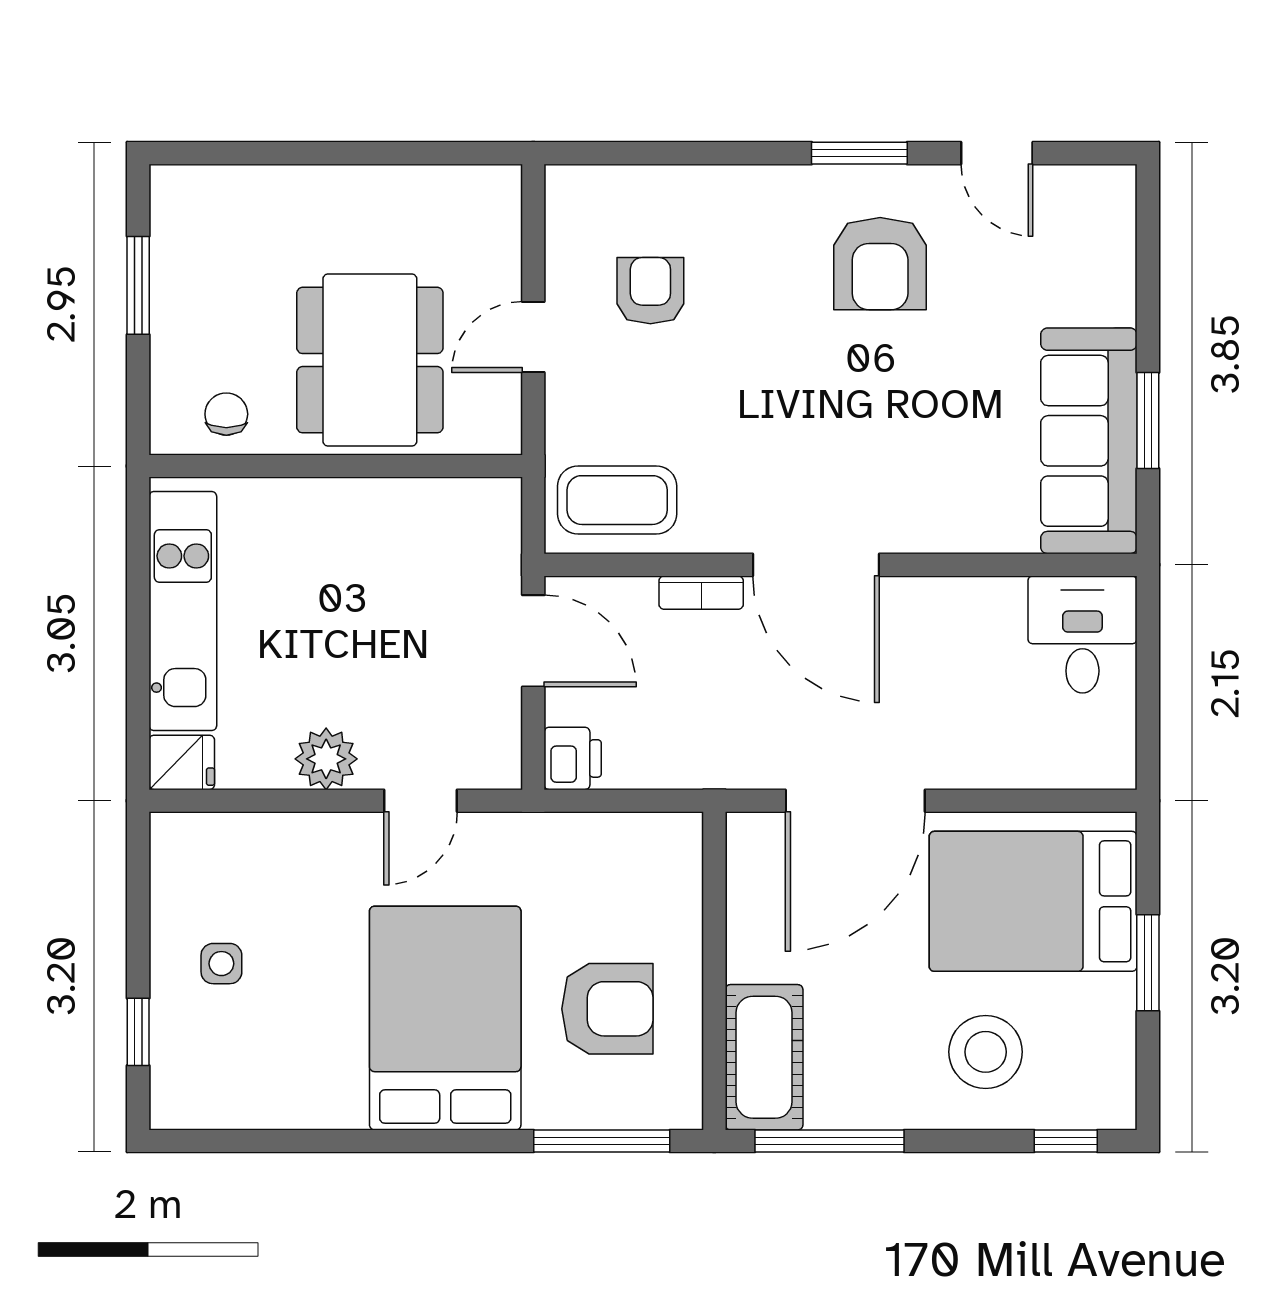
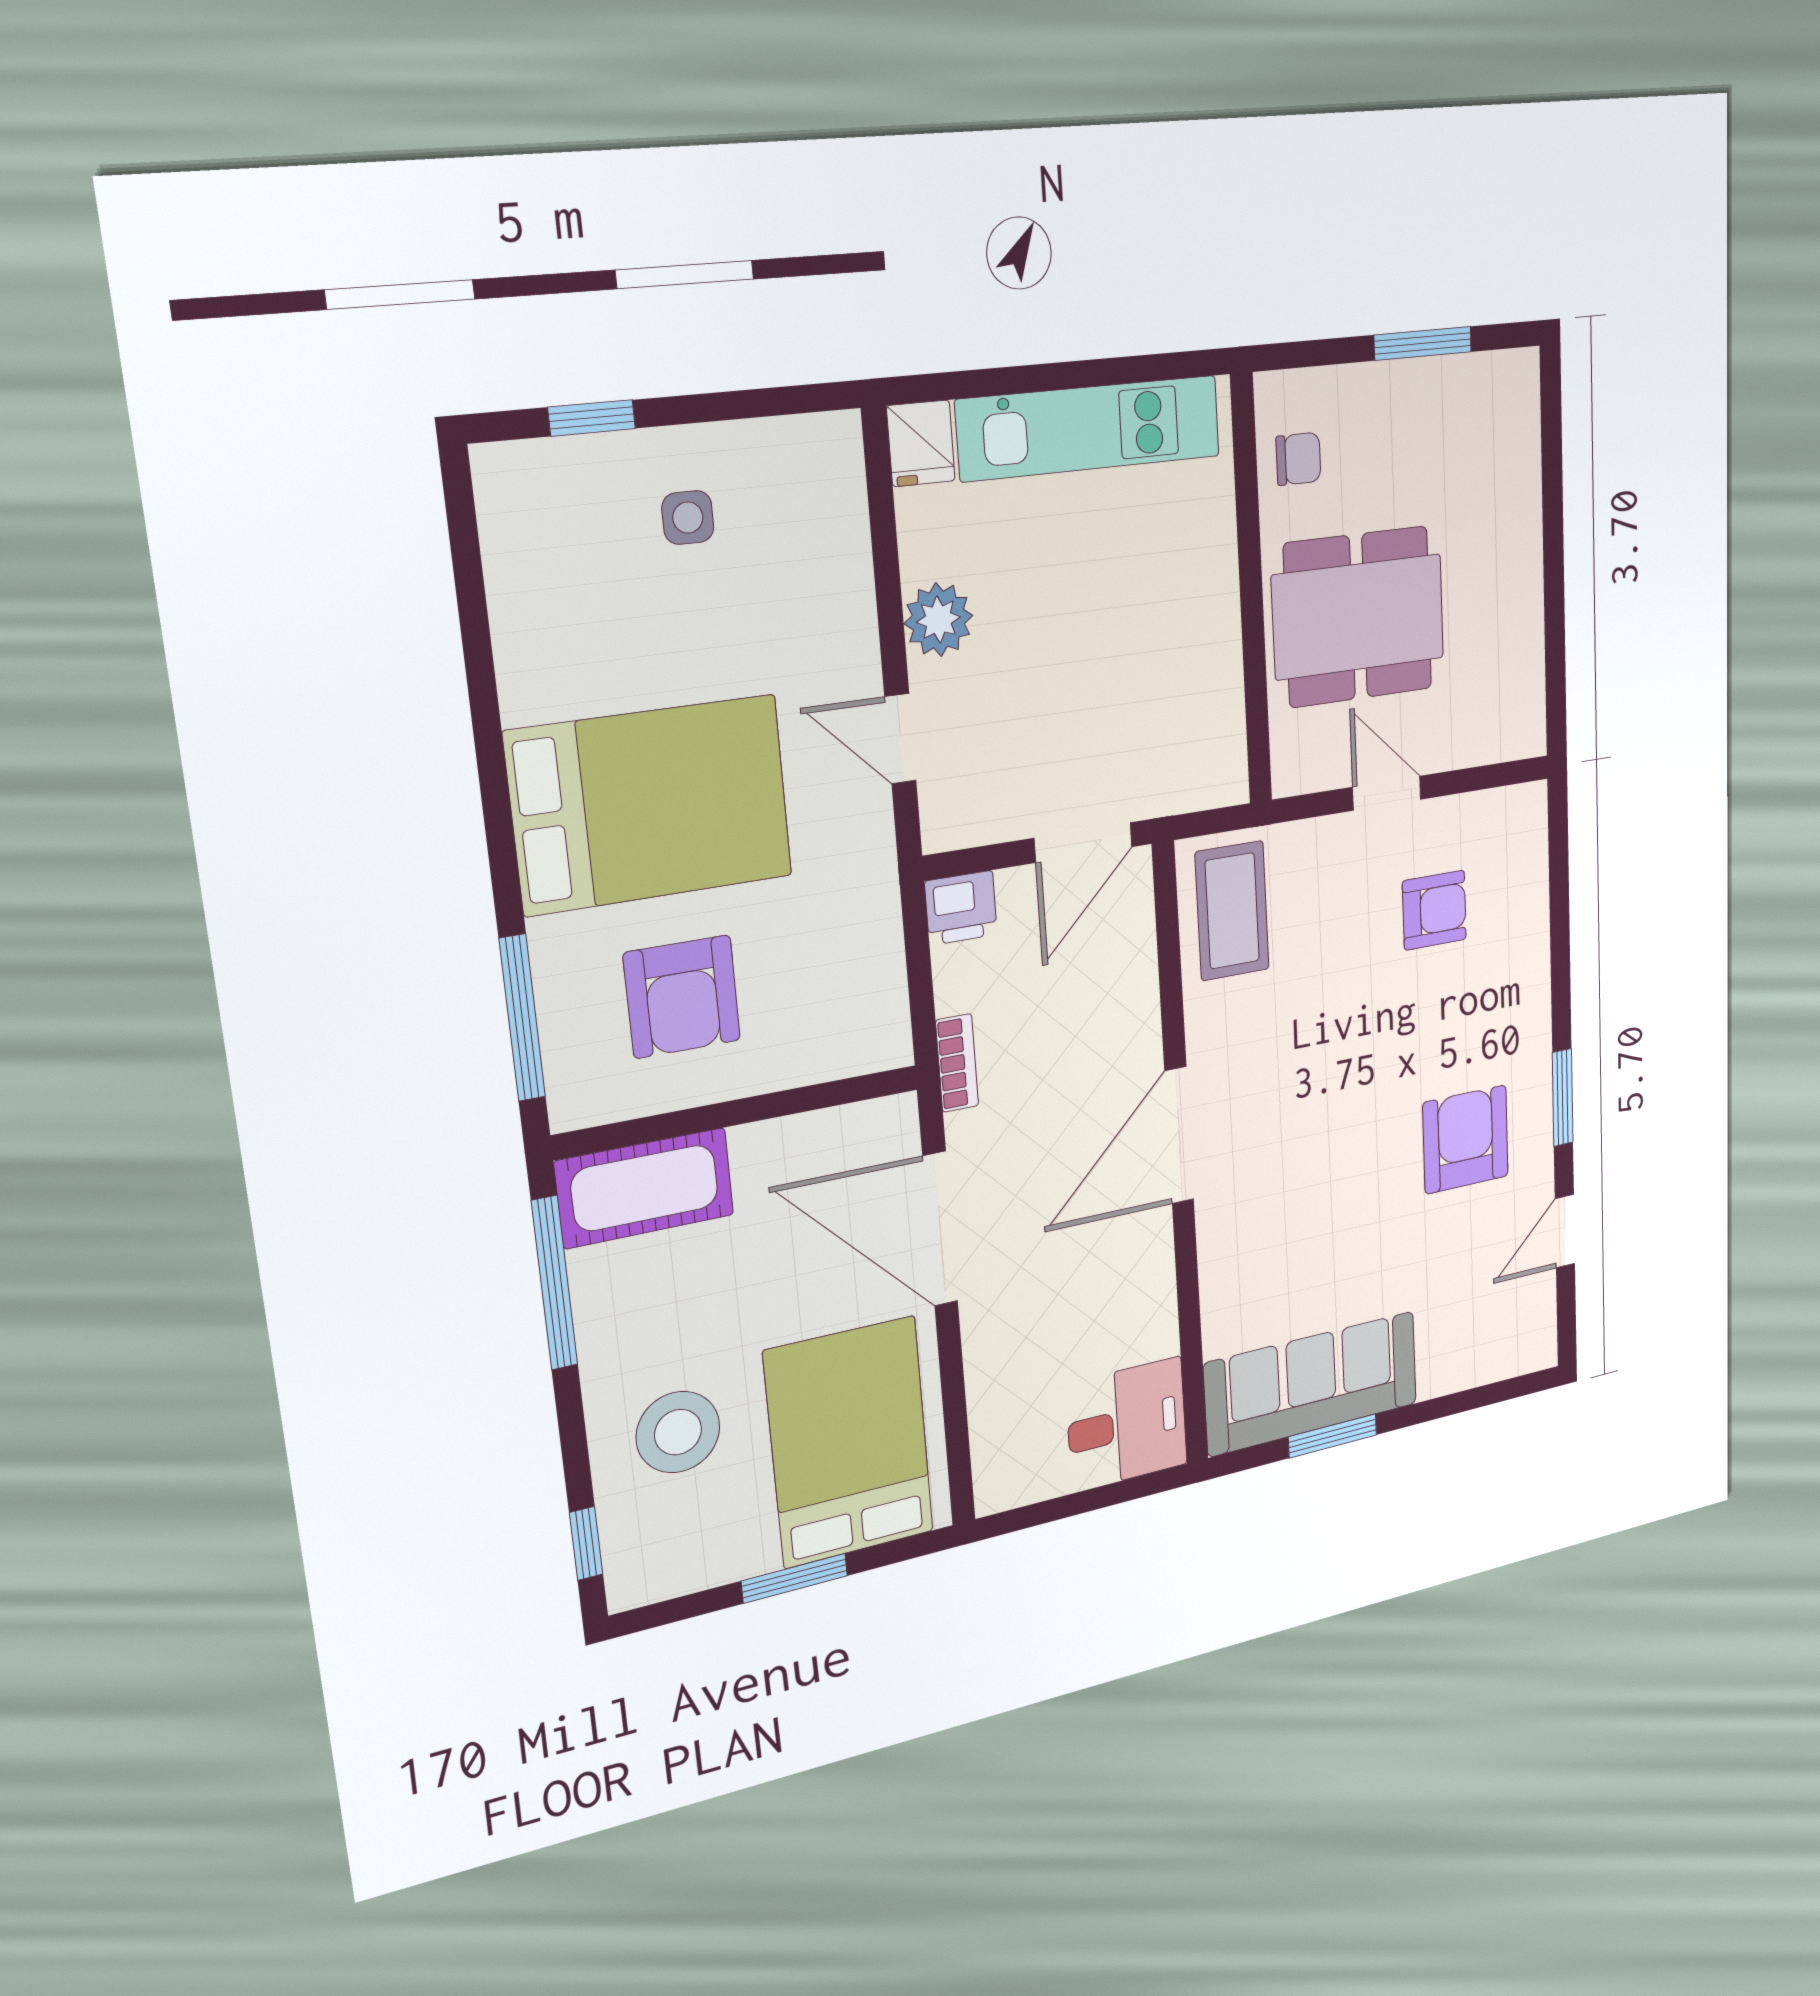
armchair: (880, 264) -> (1466, 1140), turned 90
bookcase: (701, 593) -> (957, 1063), moved, turned 180

